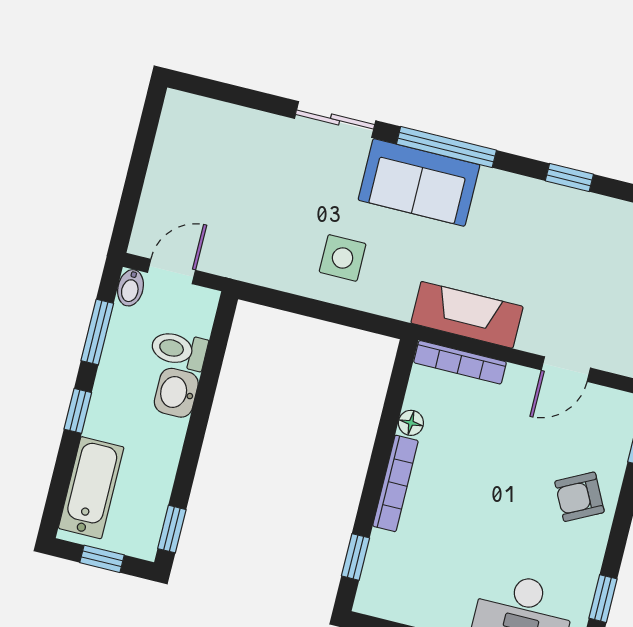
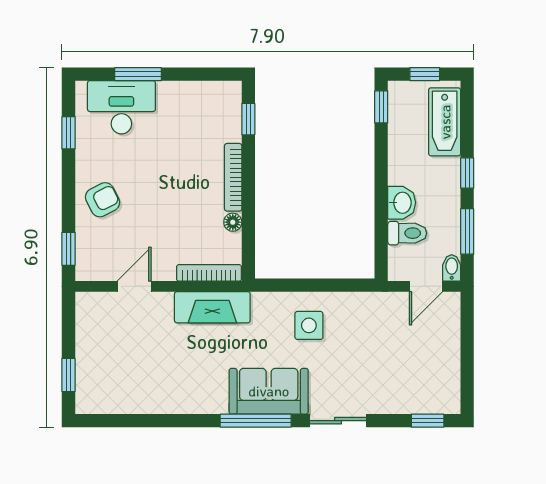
window: (569, 178) -> (428, 421), moved

